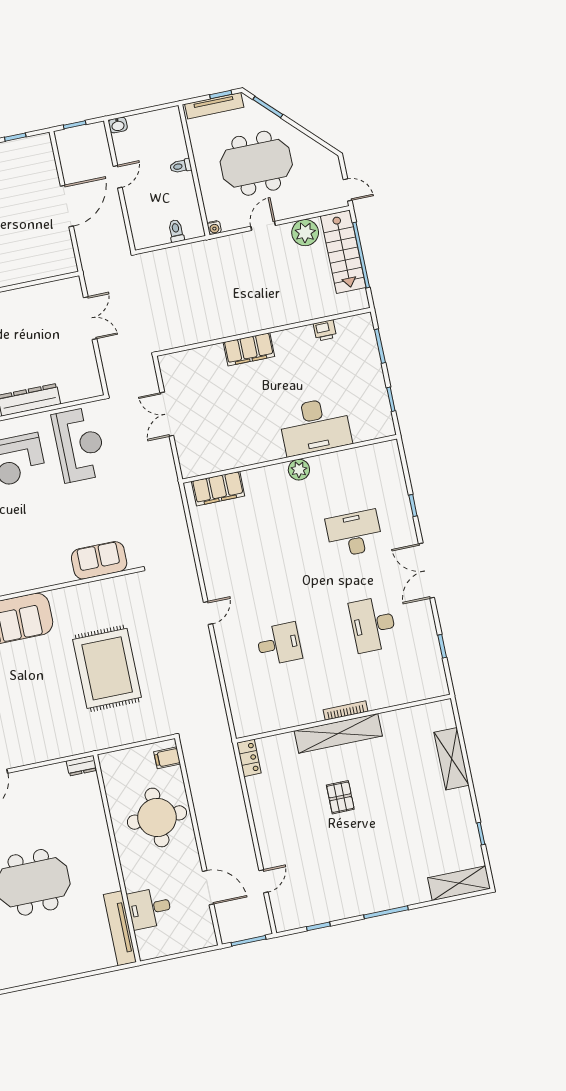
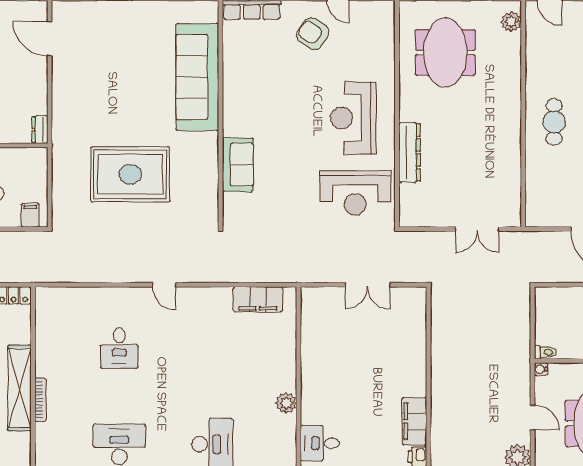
toilet: (176, 231) -> (545, 352), moved
filing cabinet: (249, 349) -> (414, 421), moved
double door: (167, 414) -> (367, 285), swing flipped
desk: (315, 426) -> (320, 443), width x0.53, depth x0.77
filing cabinet: (218, 489) -> (258, 299), moved, turned -90
sofa: (99, 560) -> (238, 165), moved

